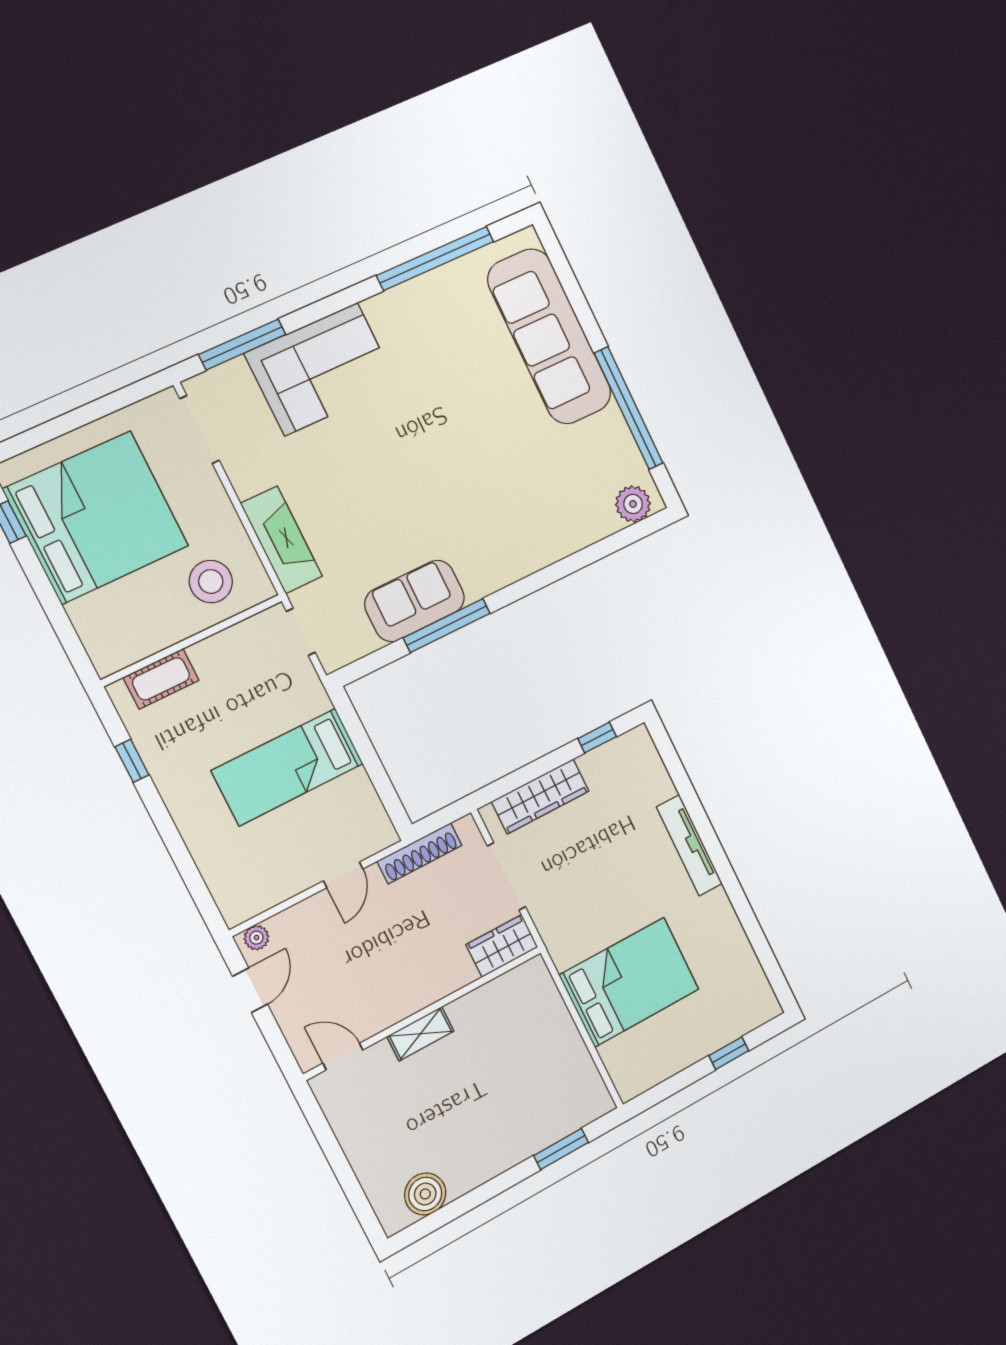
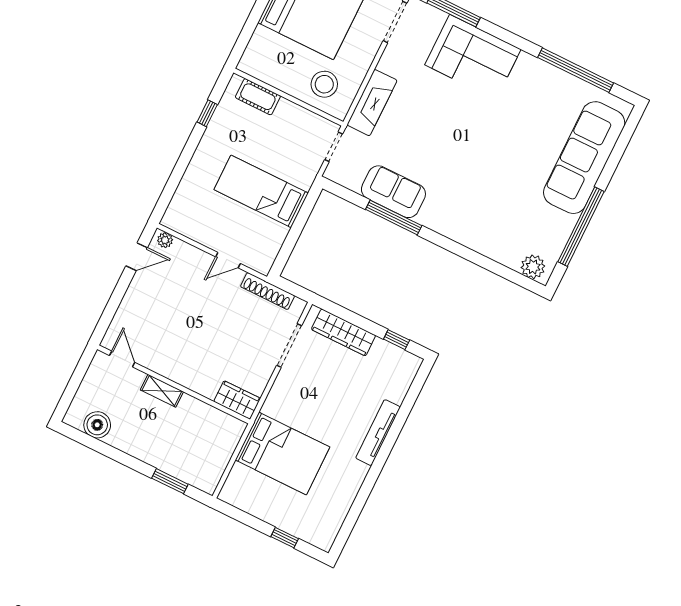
wardrobe: (502, 946) -> (237, 400), moved
wall: (424, 1013) -> (174, 384), moved
shelving: (420, 1034) -> (162, 391), moved
door: (343, 1057) -> (122, 359), moved

